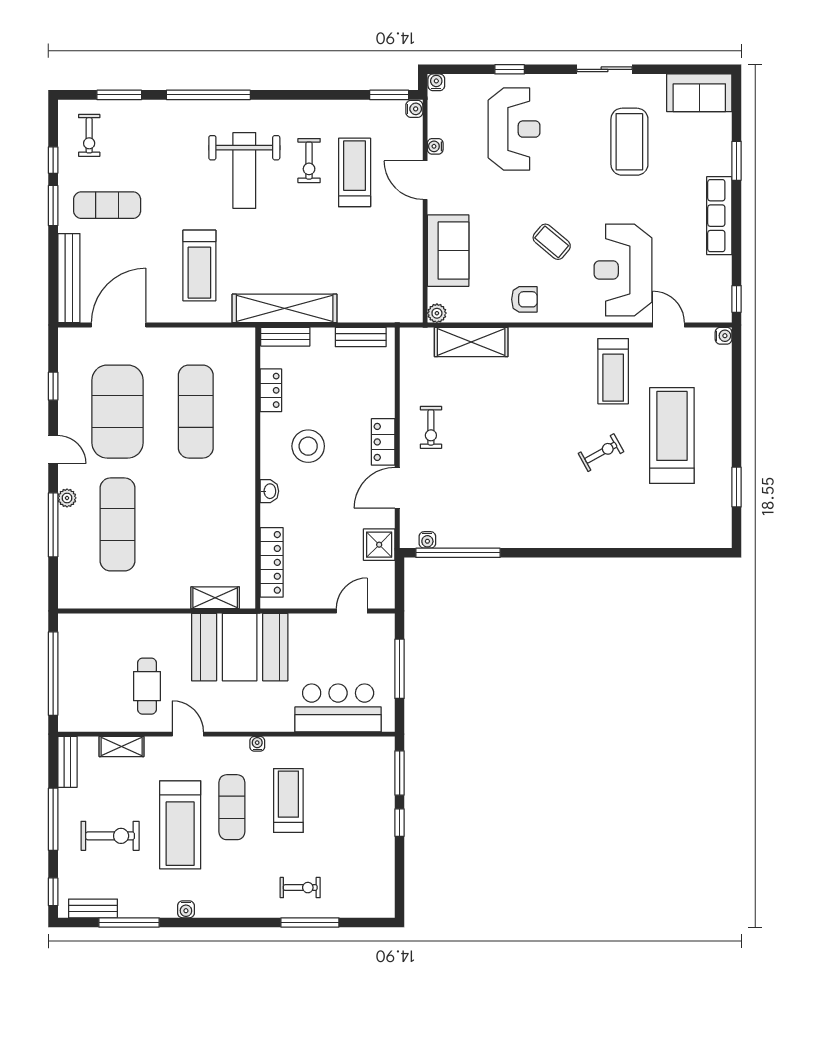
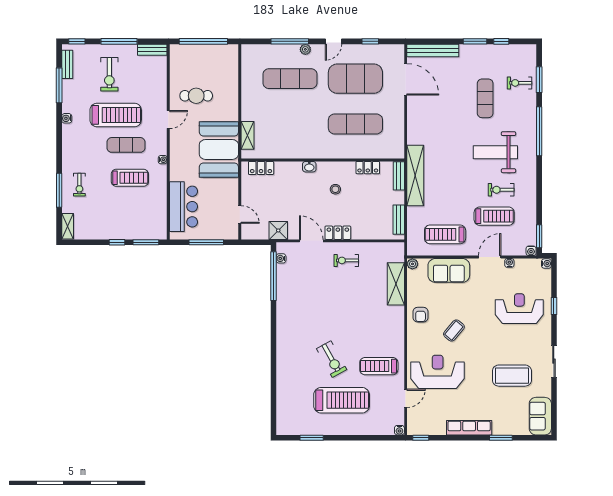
reception desk: (514, 129) -> (519, 309), turned 180
exercise bike: (89, 135) -> (520, 83), moved
exercise mat: (107, 205) -> (485, 98), moved
treadmill: (199, 266) -> (445, 234), moved
stool: (308, 446) -> (335, 189), width x0.53, depth x0.53
exercise bike: (601, 453) -> (332, 359), width x1.38, depth x1.39
locker: (272, 562) -> (261, 168), width x0.66
shelving: (122, 747) -> (68, 226), moved
treadmill: (180, 825) -> (116, 115), turned 180

